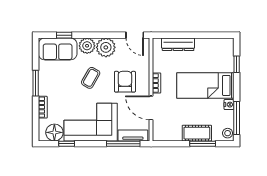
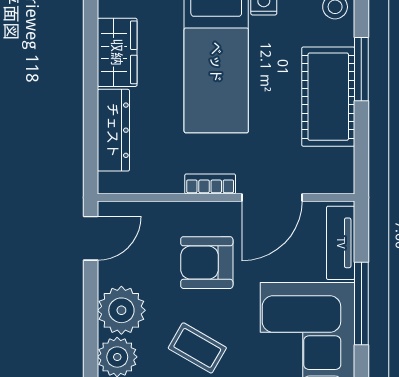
wardrobe: (209, 46) -> (117, 52), added
cot: (197, 133) -> (328, 97), width x1.37, depth x1.34
window: (123, 144) -> (361, 303), moved

